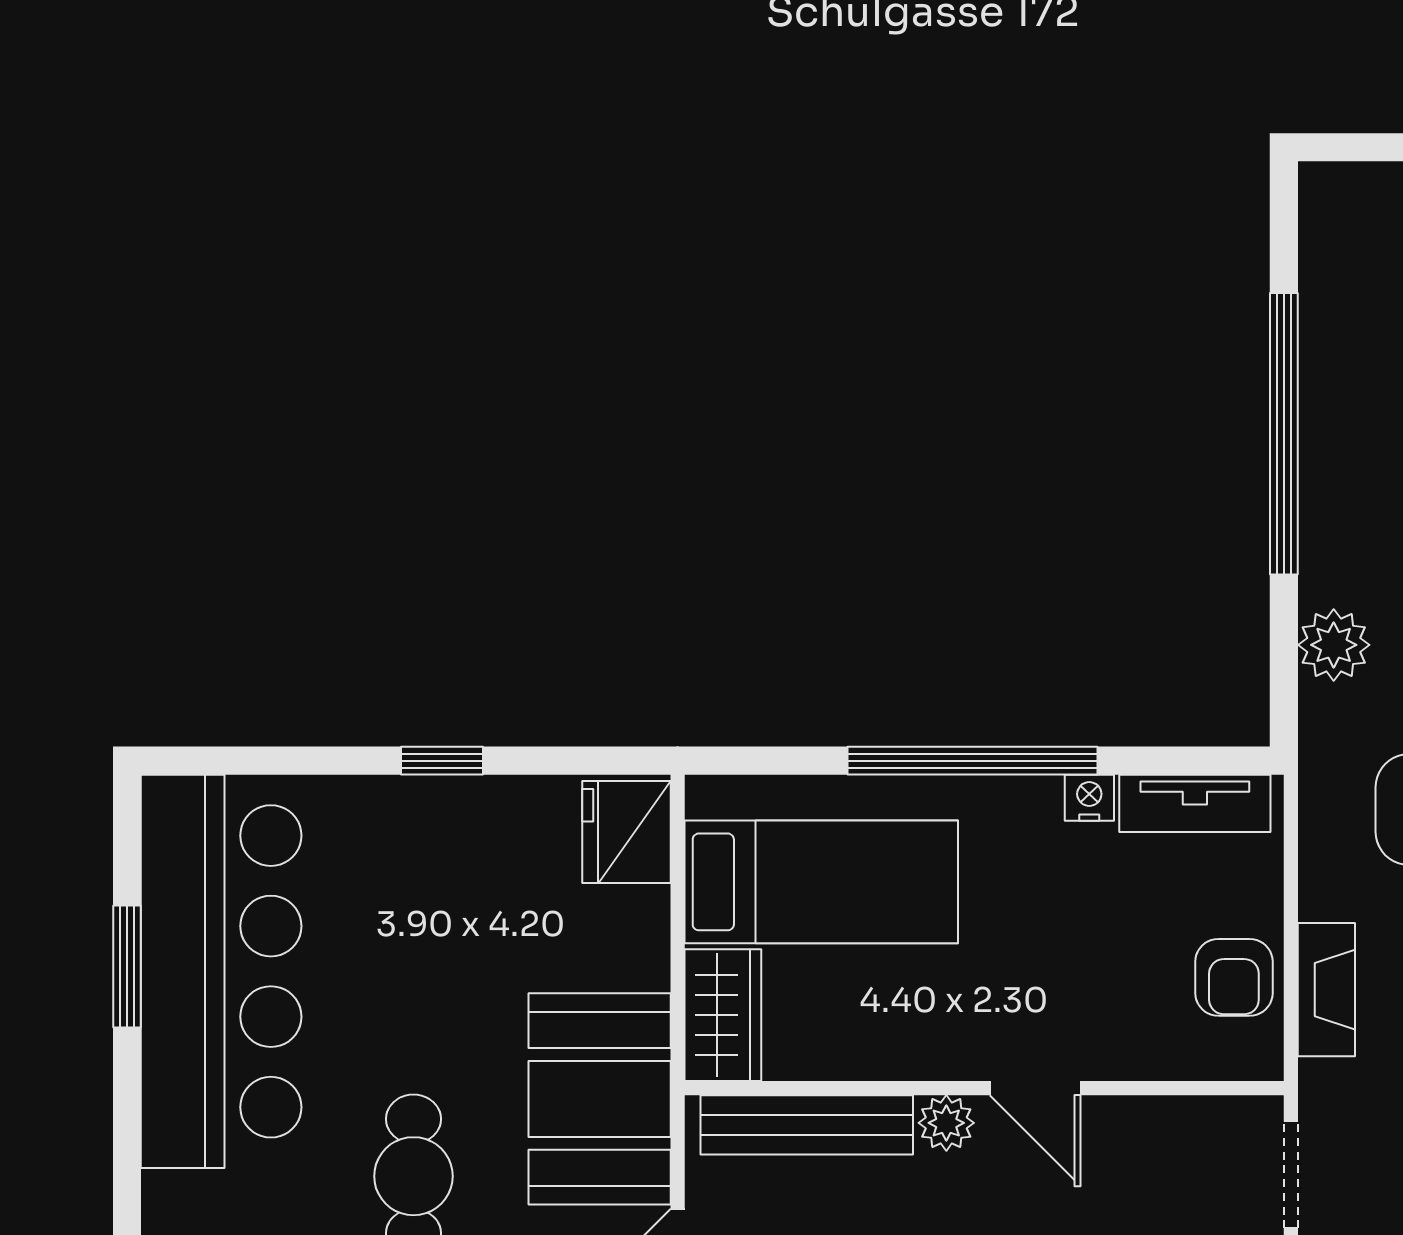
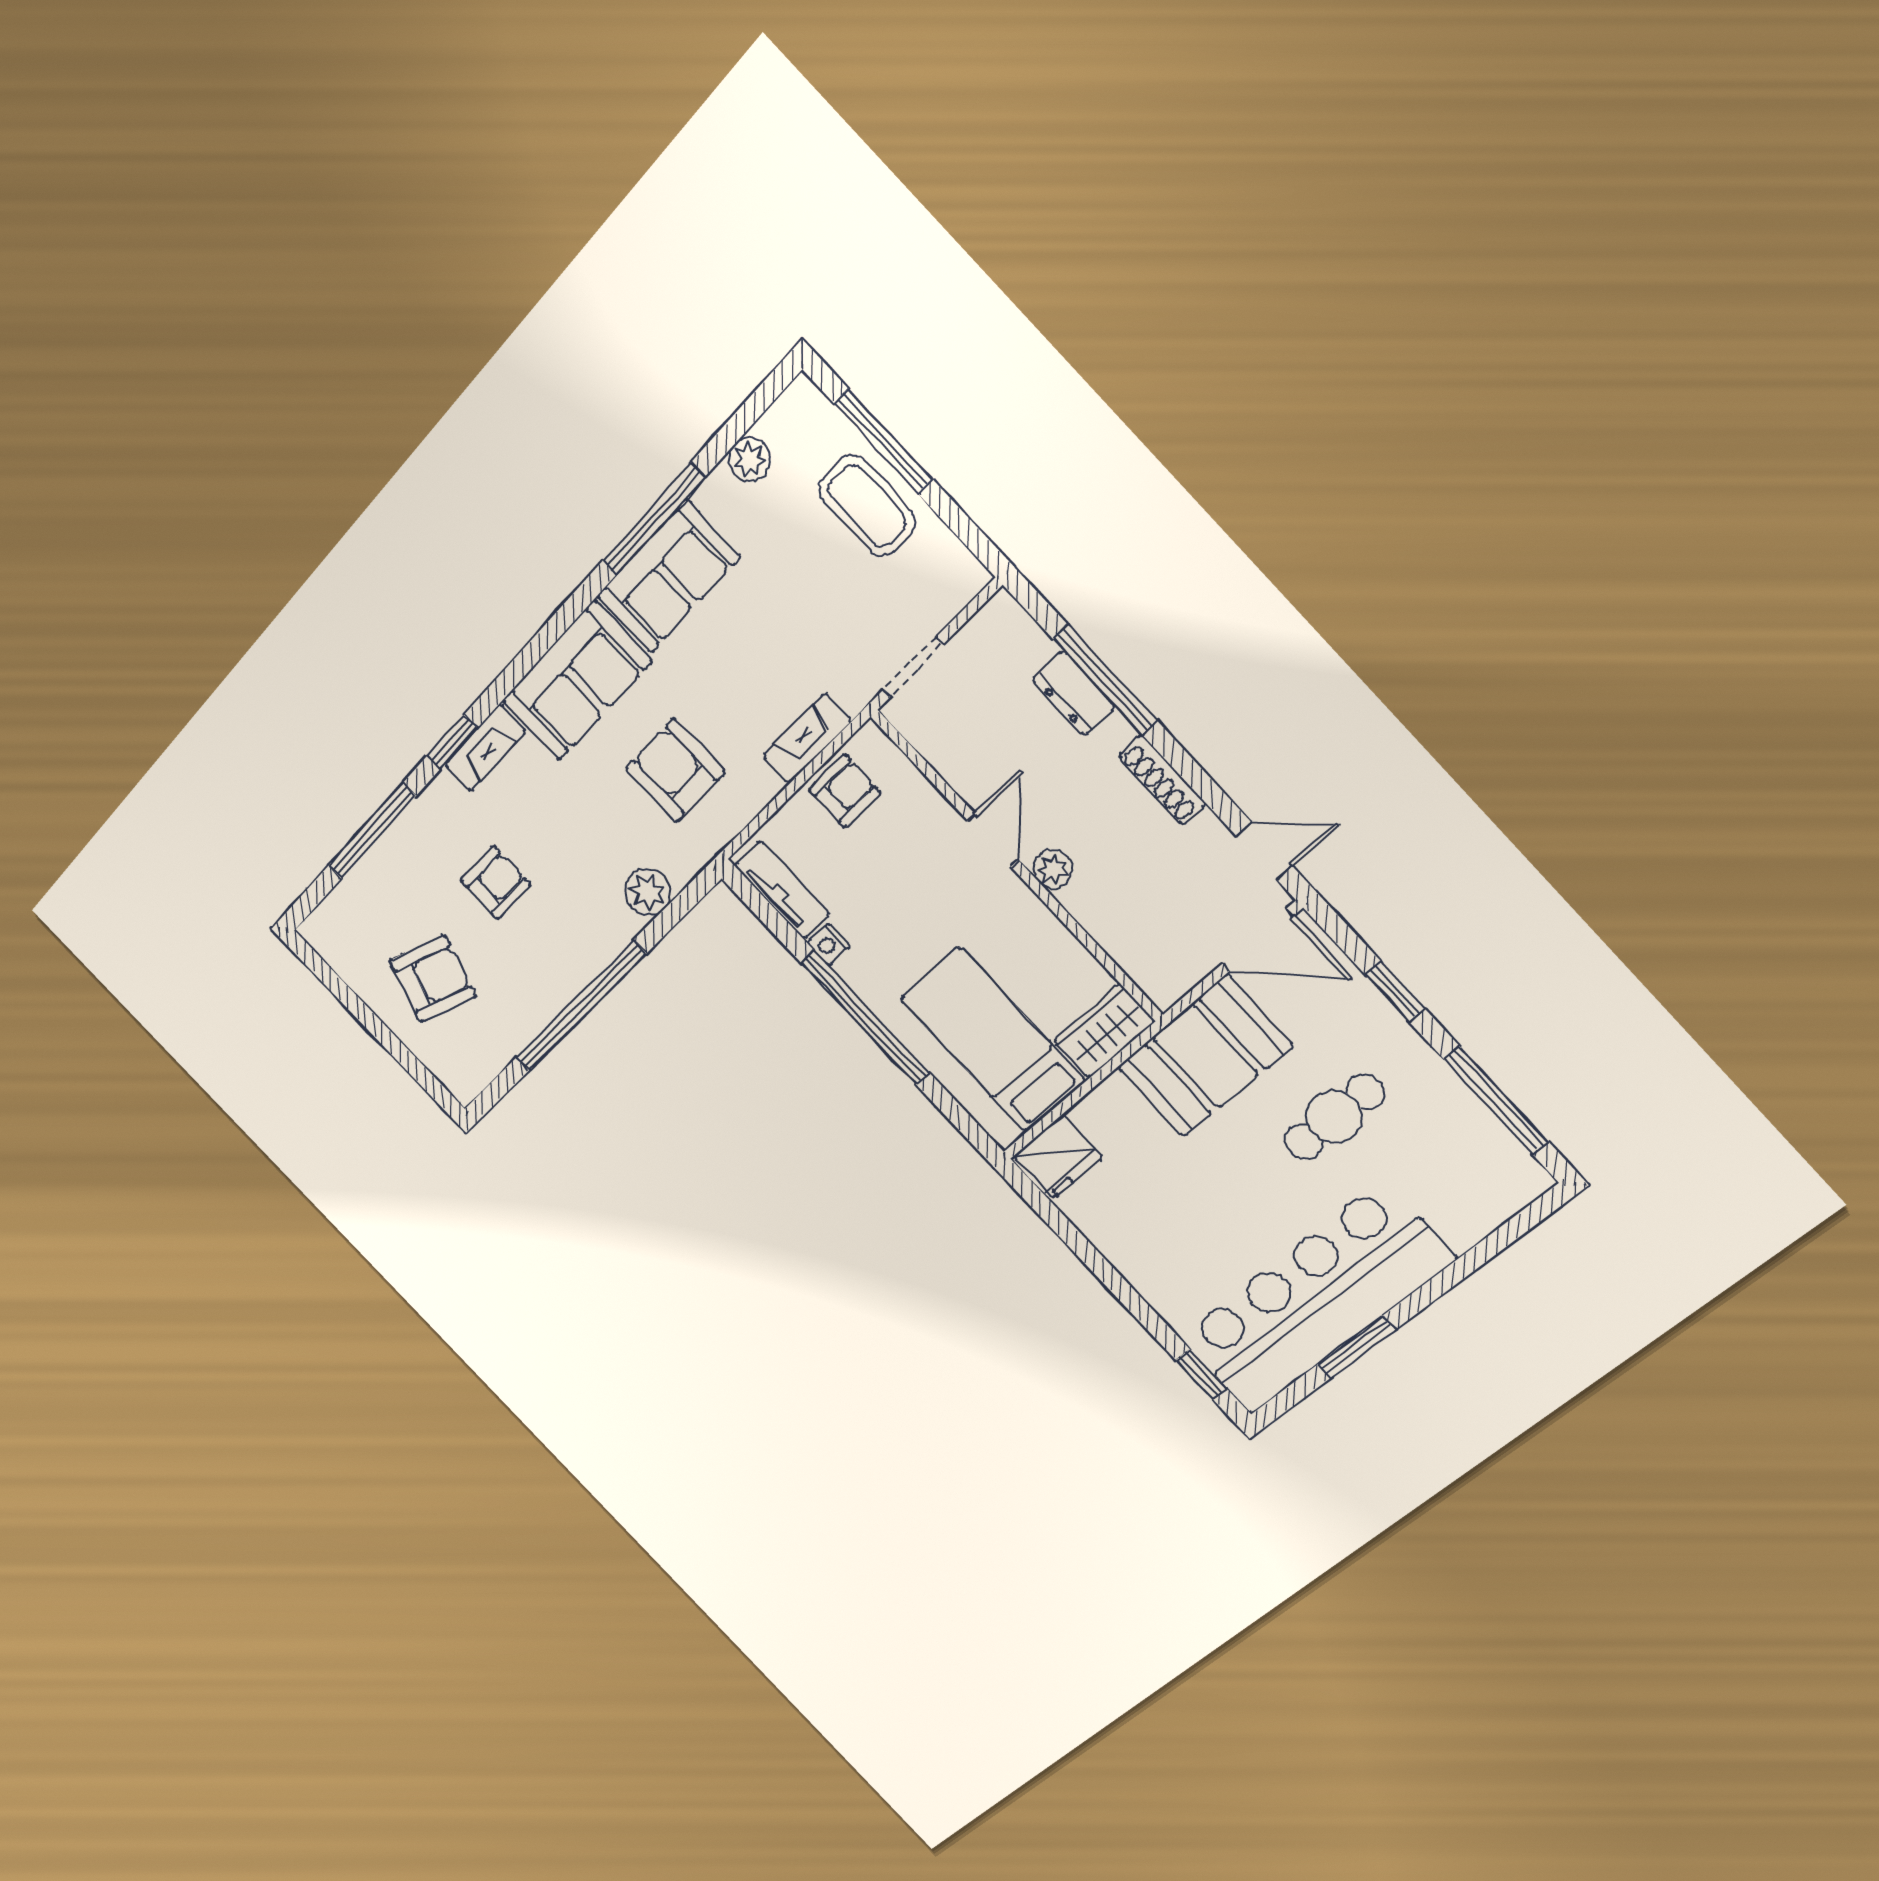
window: (442, 761) -> (1201, 1374), moved
bench: (807, 1125) -> (1120, 940), removed

